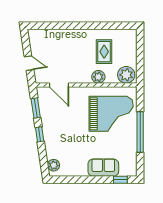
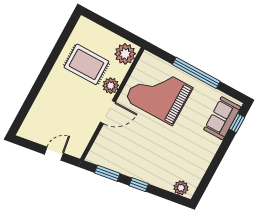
rug: (104, 52) -> (86, 64), width x1.36, depth x1.43
door: (59, 85) -> (108, 112), moved
grand piano: (111, 114) -> (159, 94), turned -90
sofa: (103, 168) -> (222, 118), moved

